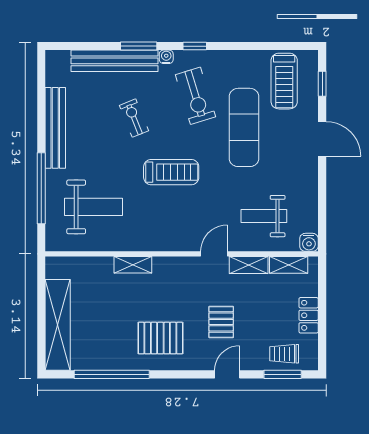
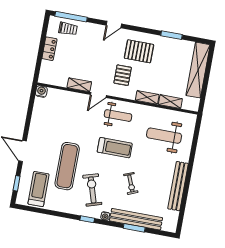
window: (139, 46) -> (134, 228), moved
treadmill: (171, 172) -> (115, 148), turned 180
window: (41, 188) -> (193, 152), removed
weight bench: (264, 216) -> (118, 116), moved
shelving: (289, 265) -> (170, 102), moved
pallet: (221, 322) -> (123, 75), moved
window: (112, 374) -> (171, 35), width x0.47
door: (227, 374) -> (114, 25), moved
window: (283, 374) -> (71, 17), width x1.44

